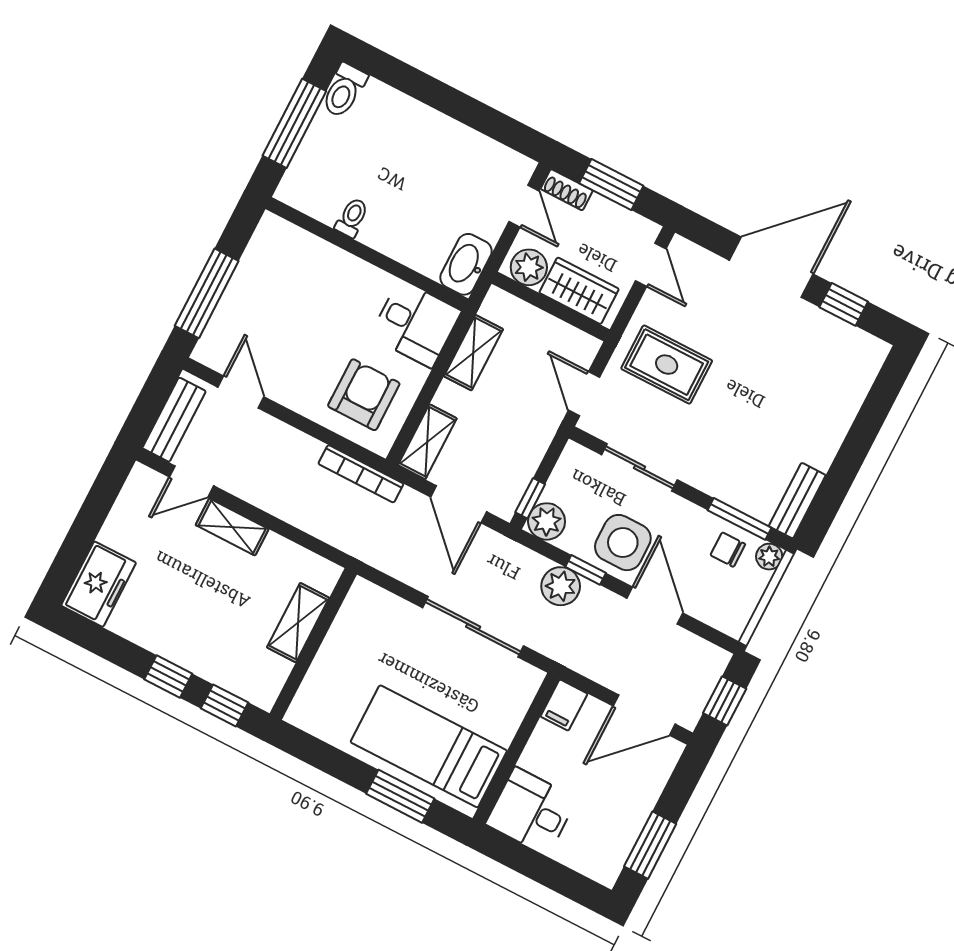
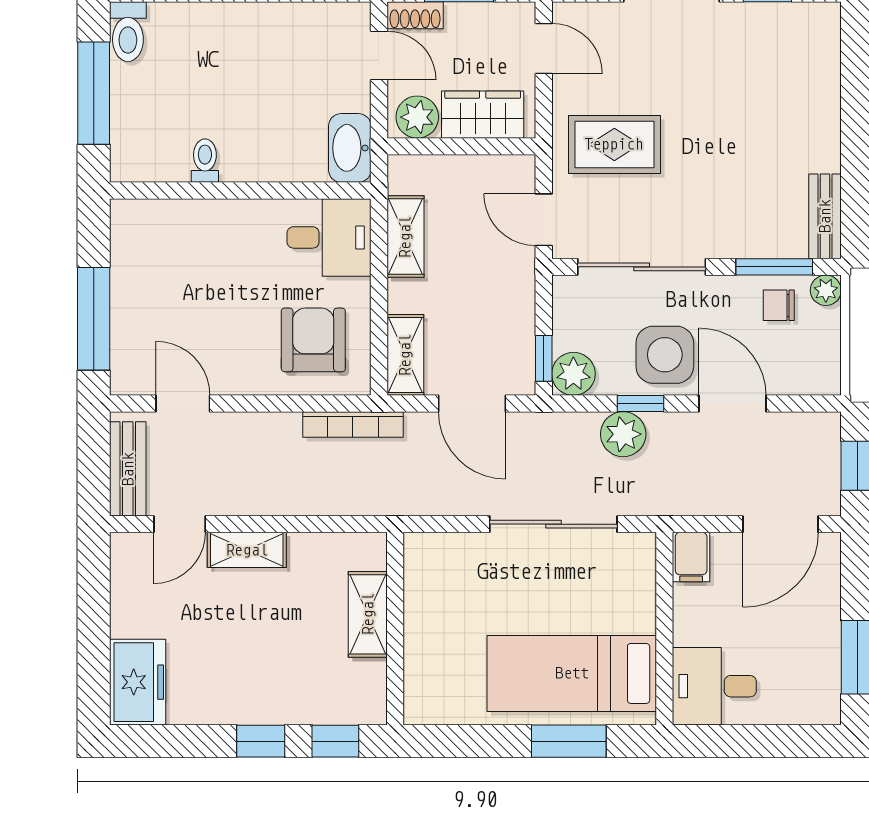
sliding door: (640, 467) -> (642, 267), width x1.37

